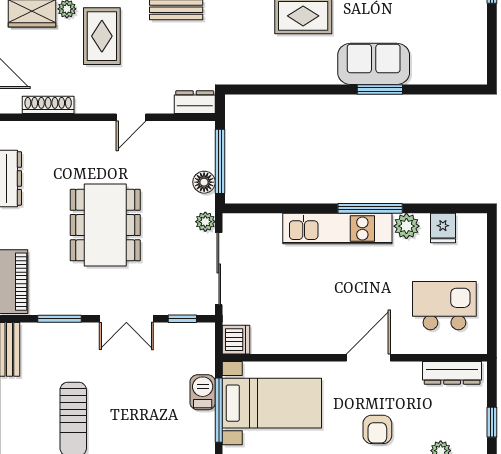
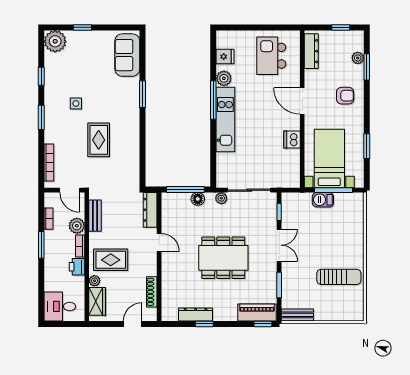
sofa: (374, 64) -> (127, 55), moved
dresser: (195, 102) -> (150, 210), width x1.44
dishwasher: (236, 340) -> (292, 139), moved, turned -90

